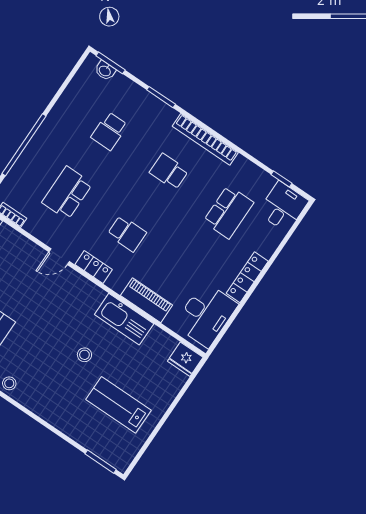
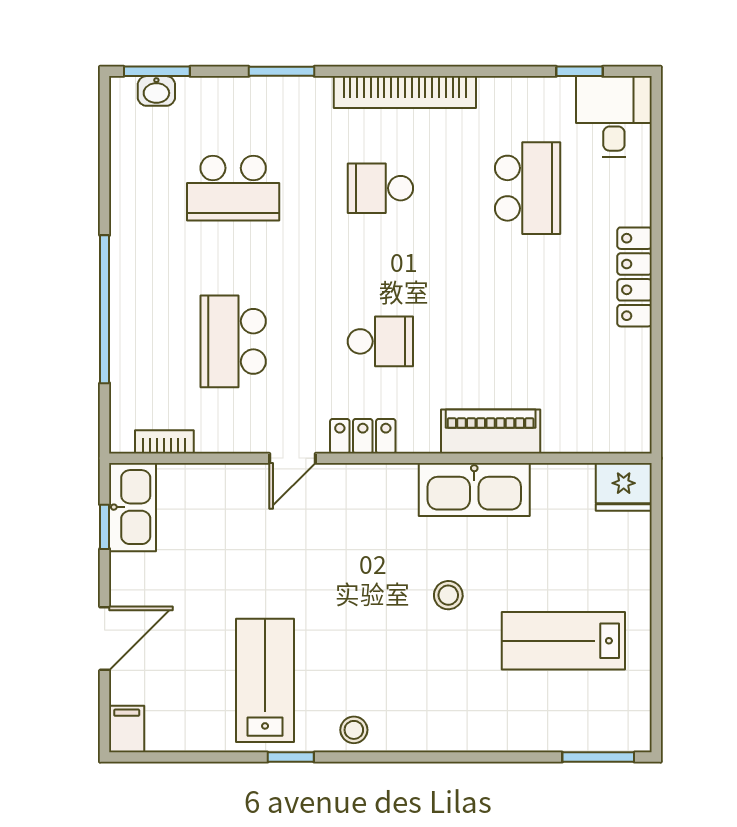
school desk: (109, 131) -> (233, 188), width x1.85
desk: (206, 315) -> (608, 388), removed

